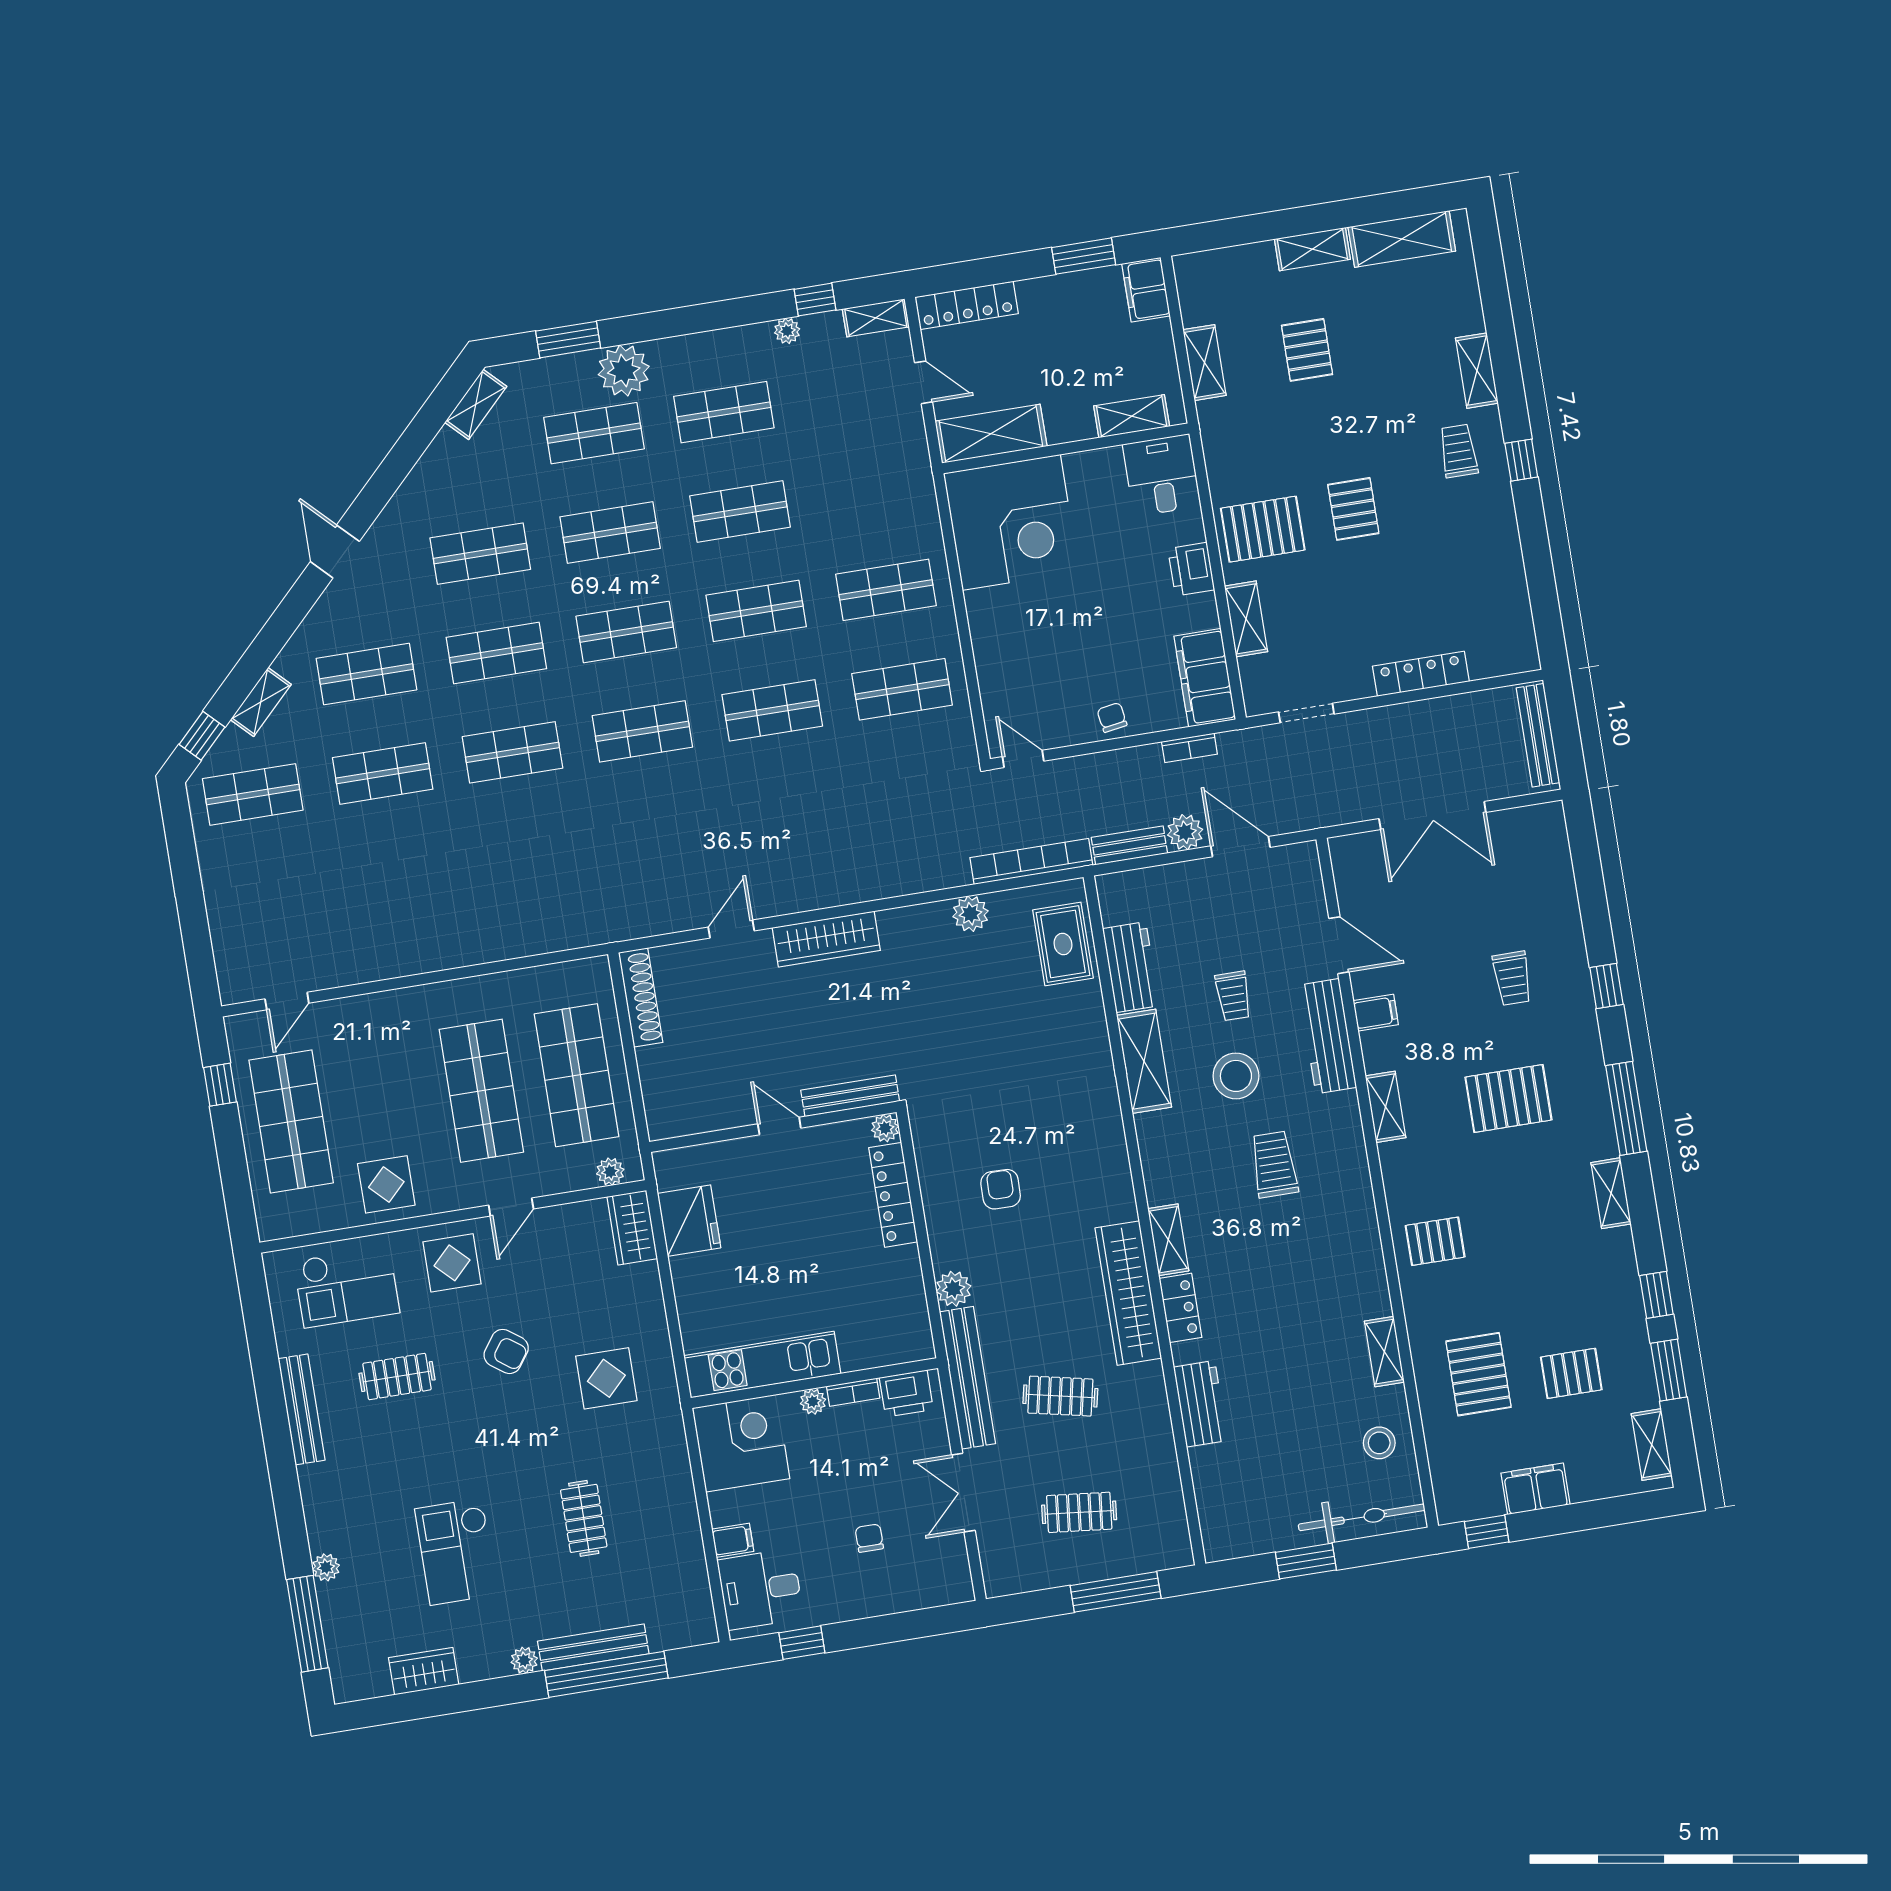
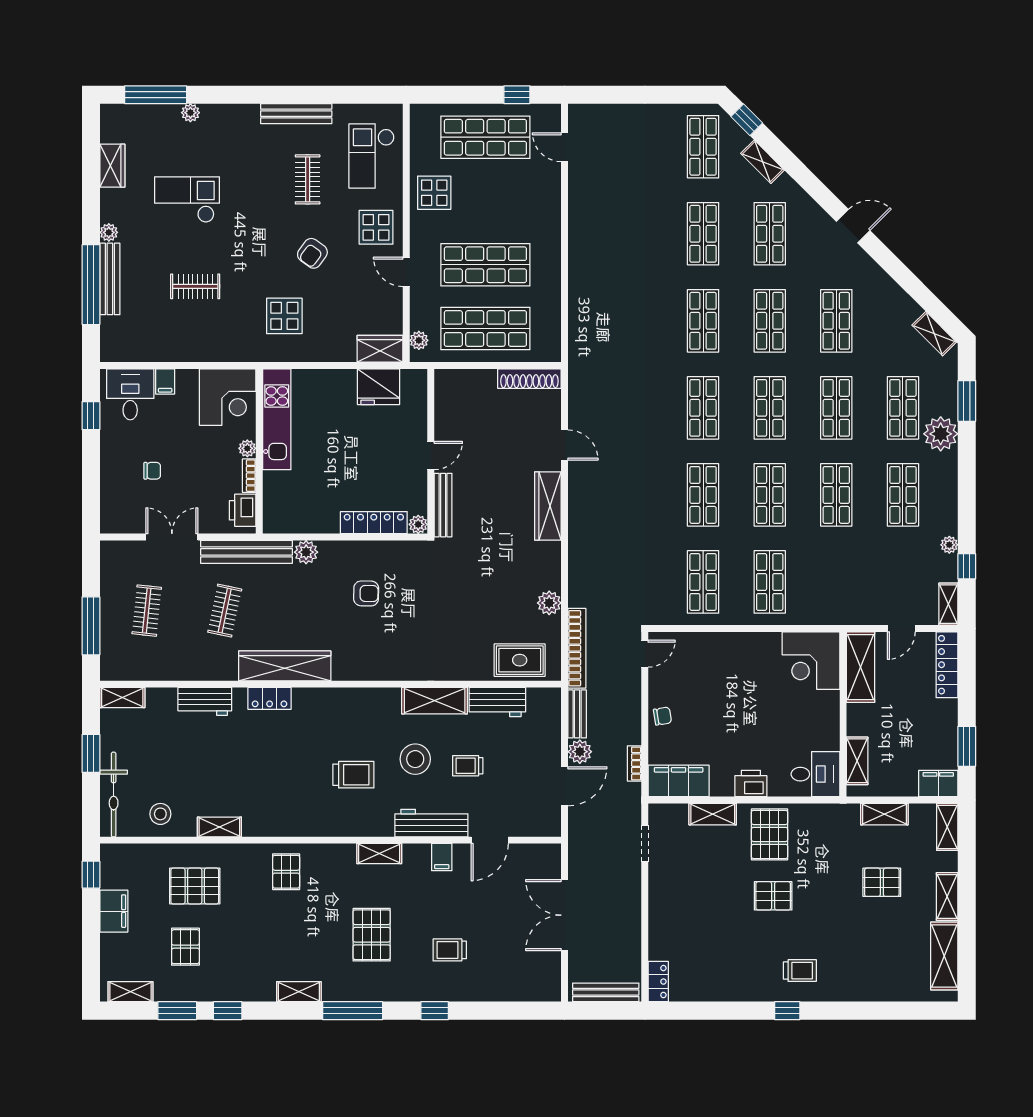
shelving: (1477, 371) -> (947, 827), moved, turned 90
corner desk: (1011, 522) -> (811, 661), width x0.74, depth x0.74
locker: (1421, 674) -> (658, 982), moved, width x0.66
shelving: (1168, 1240) -> (122, 698), moved

